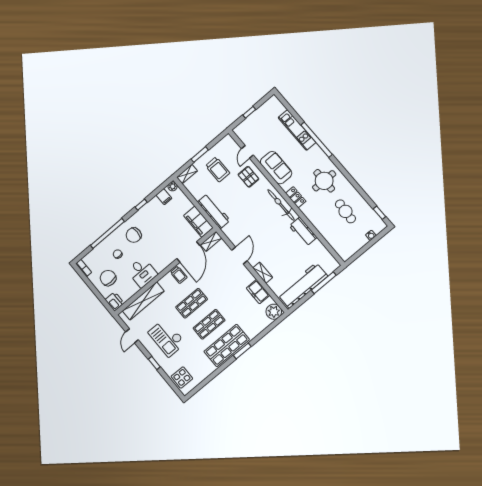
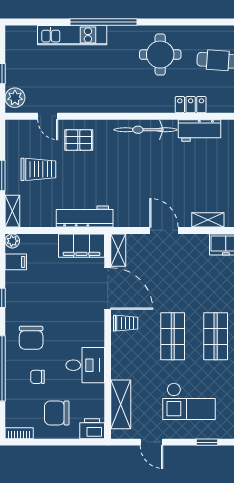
plant: (243, 129) -> (15, 98), added
sofa: (276, 168) -> (96, 98), removed
locker: (296, 197) -> (191, 105), moved
shelving: (143, 301) -> (121, 404), width x0.68

